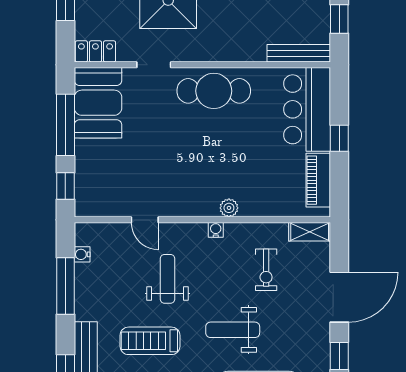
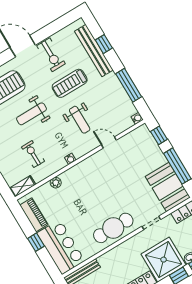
plant: (229, 208) -> (56, 183), moved
water cooler: (82, 254) -> (137, 118), moved
weight bench: (233, 330) -> (32, 114), turned 180
treadmill: (150, 341) -> (70, 83), turned 180

